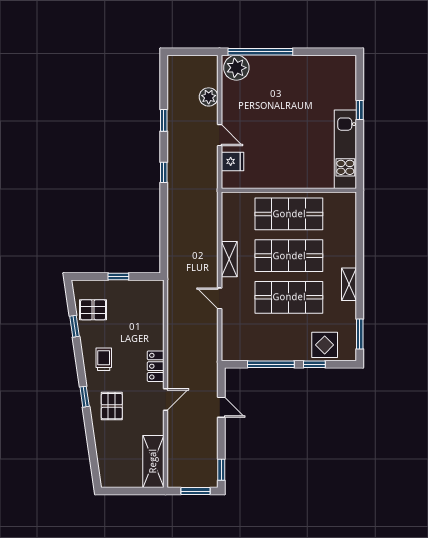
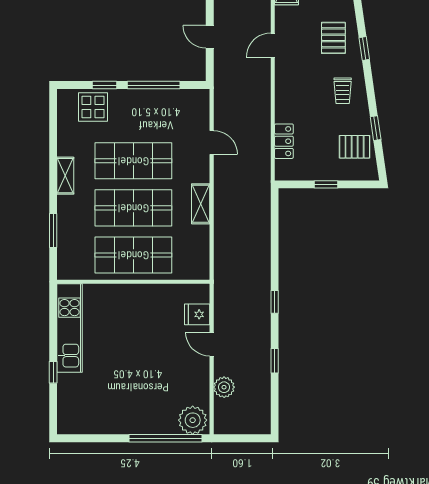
door: (220, 298) -> (212, 143), moved
window: (360, 334) -> (53, 230), moved
locker: (156, 366) -> (284, 141), moved

